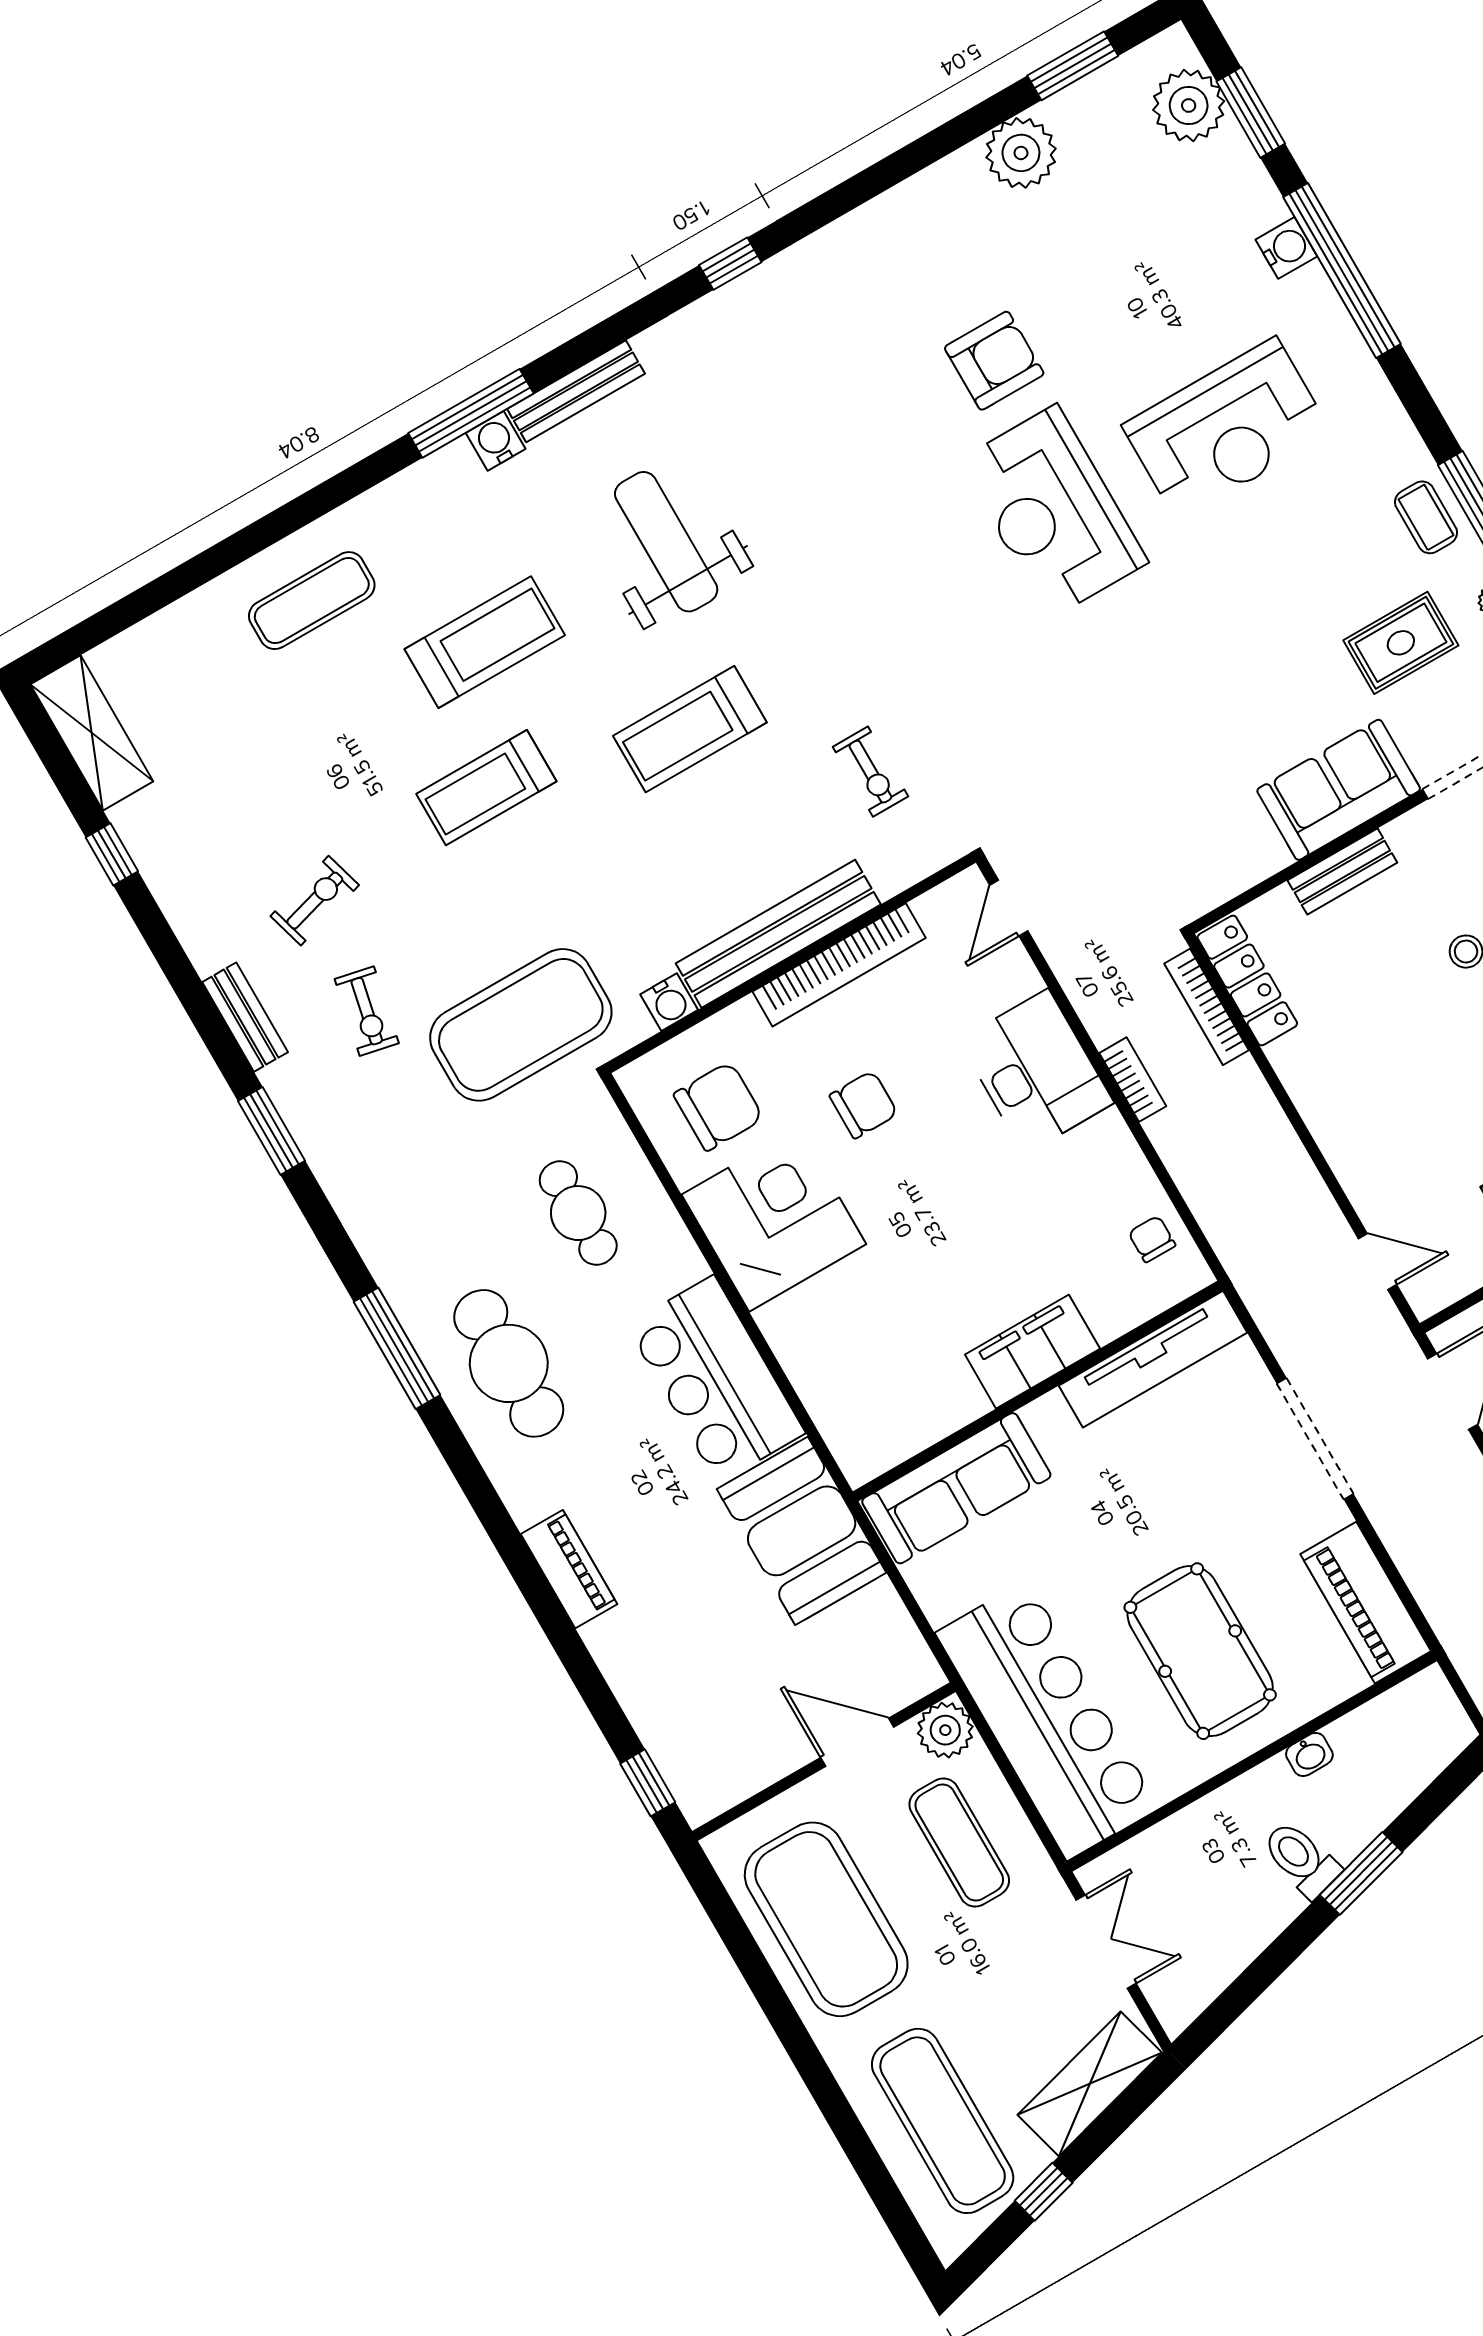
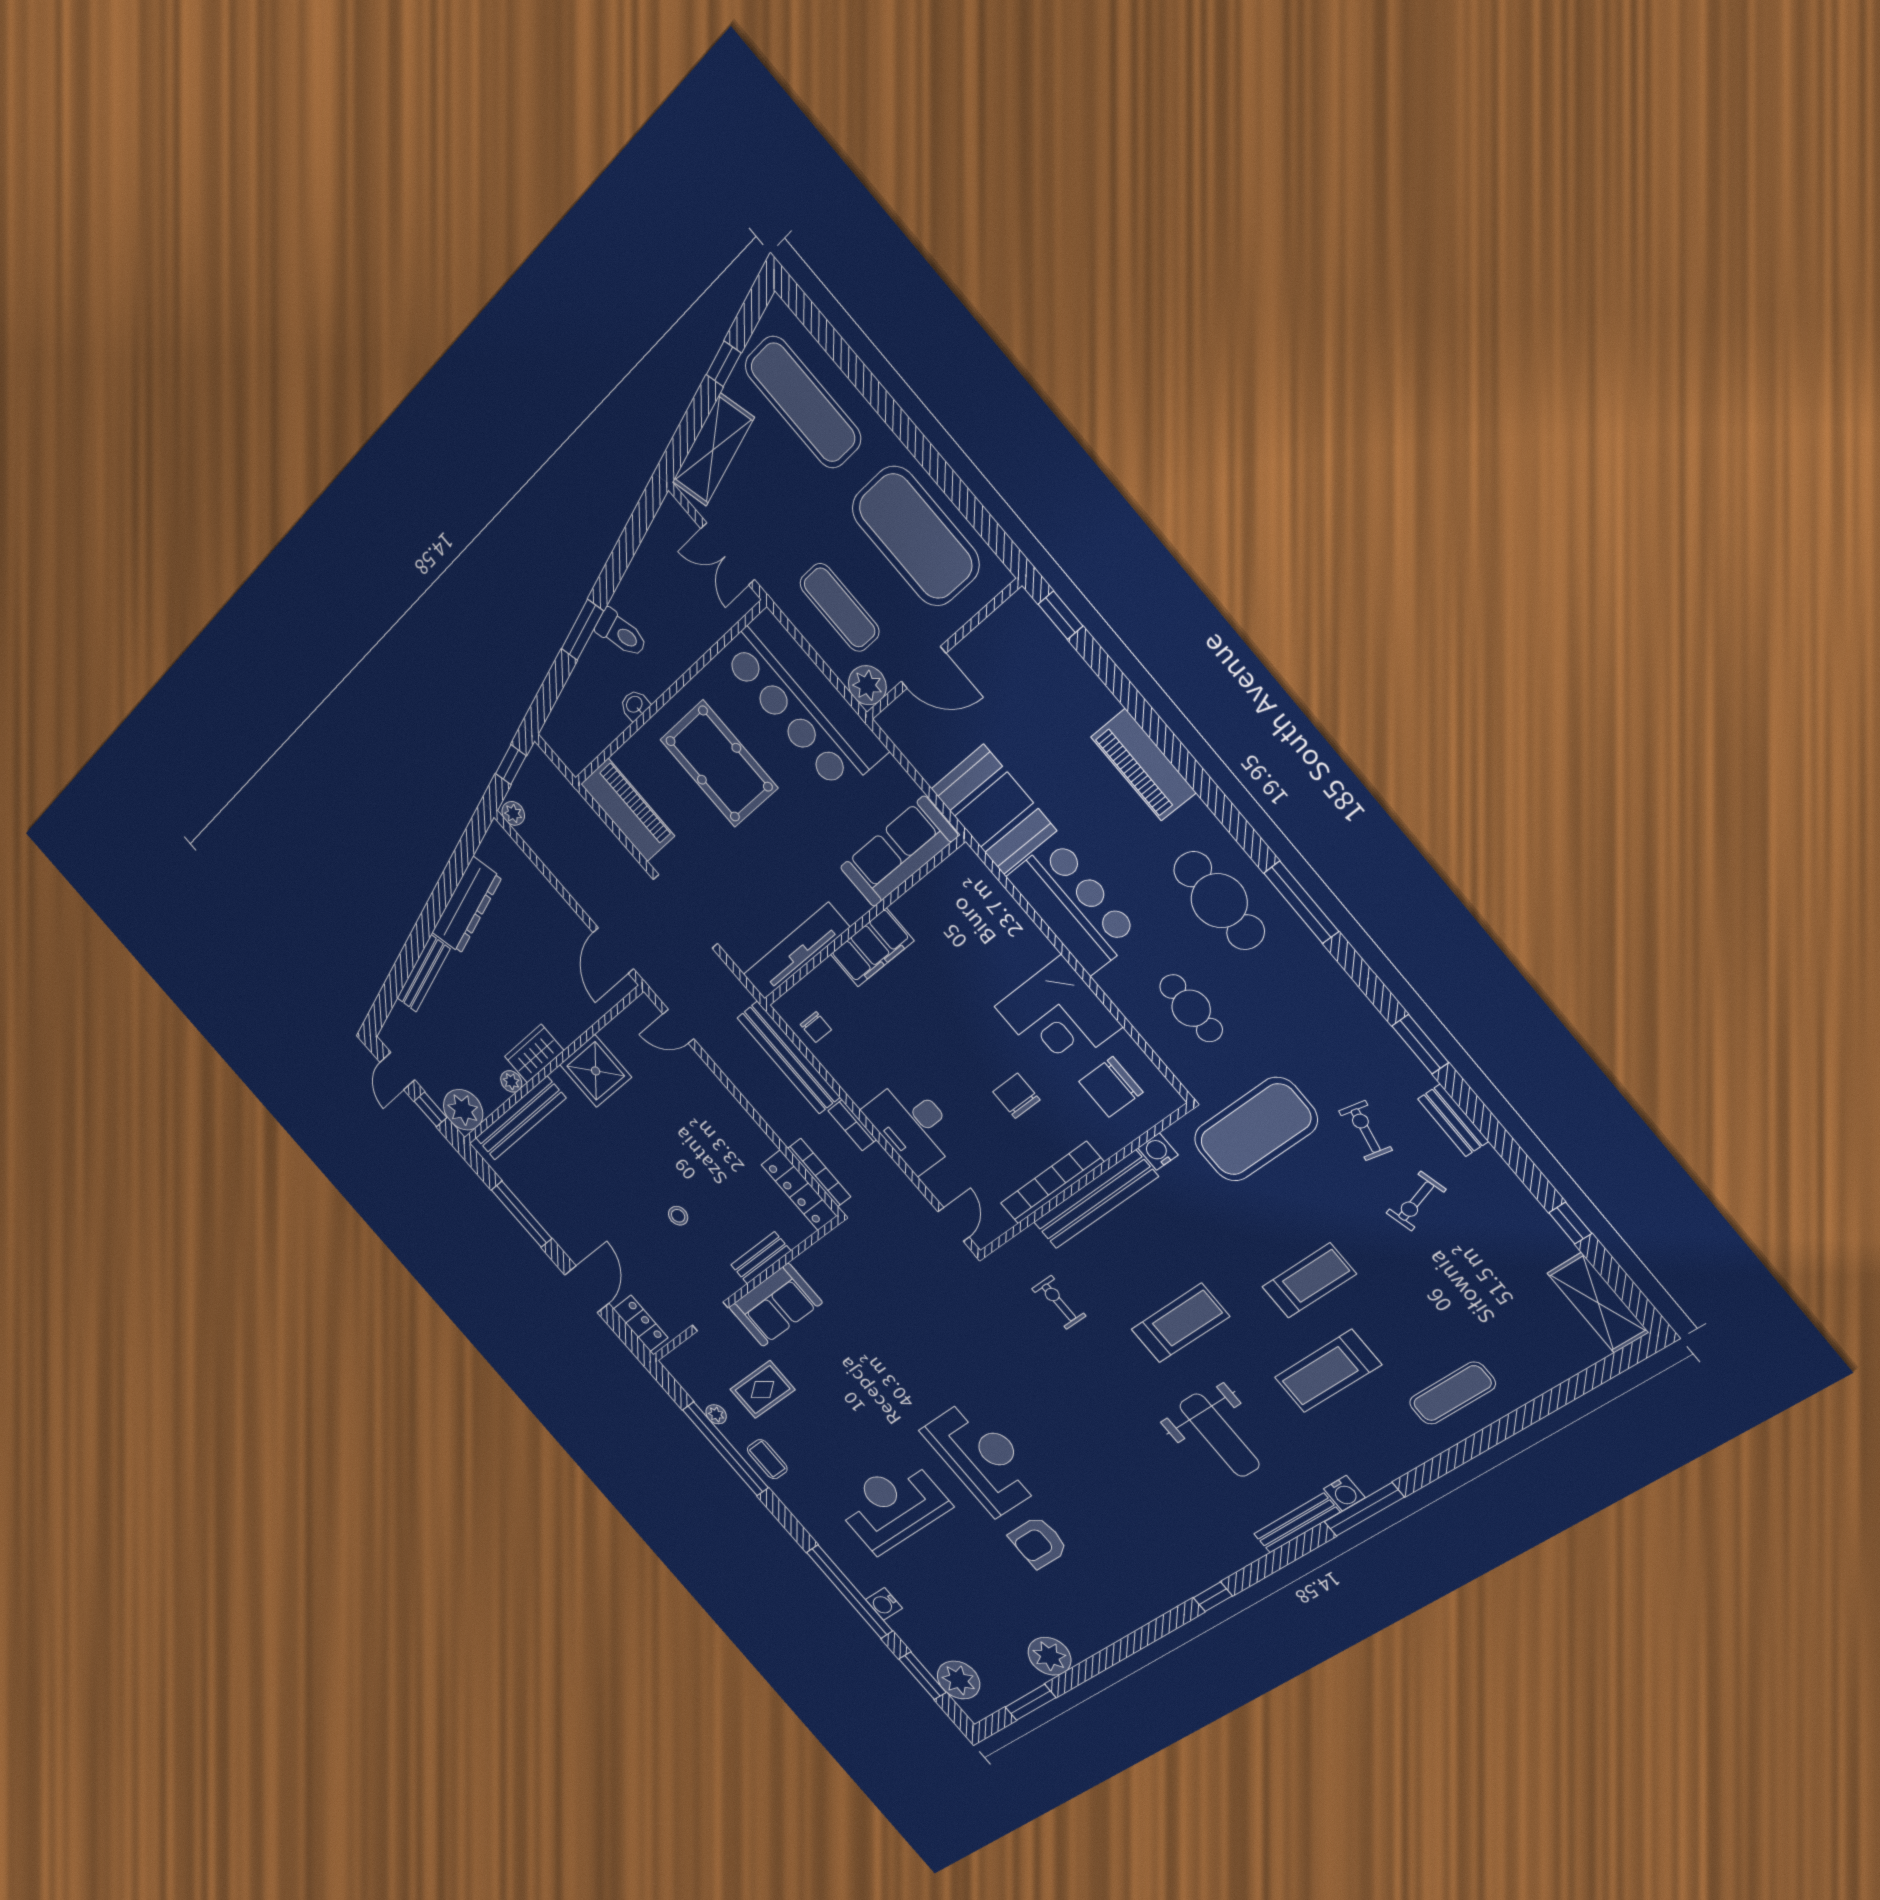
chair: (864, 1105) -> (1016, 1096), turned 90
bench: (1209, 1195) -> (789, 1058), added
piano: (569, 1569) -> (1143, 765), width x1.37, depth x1.33

